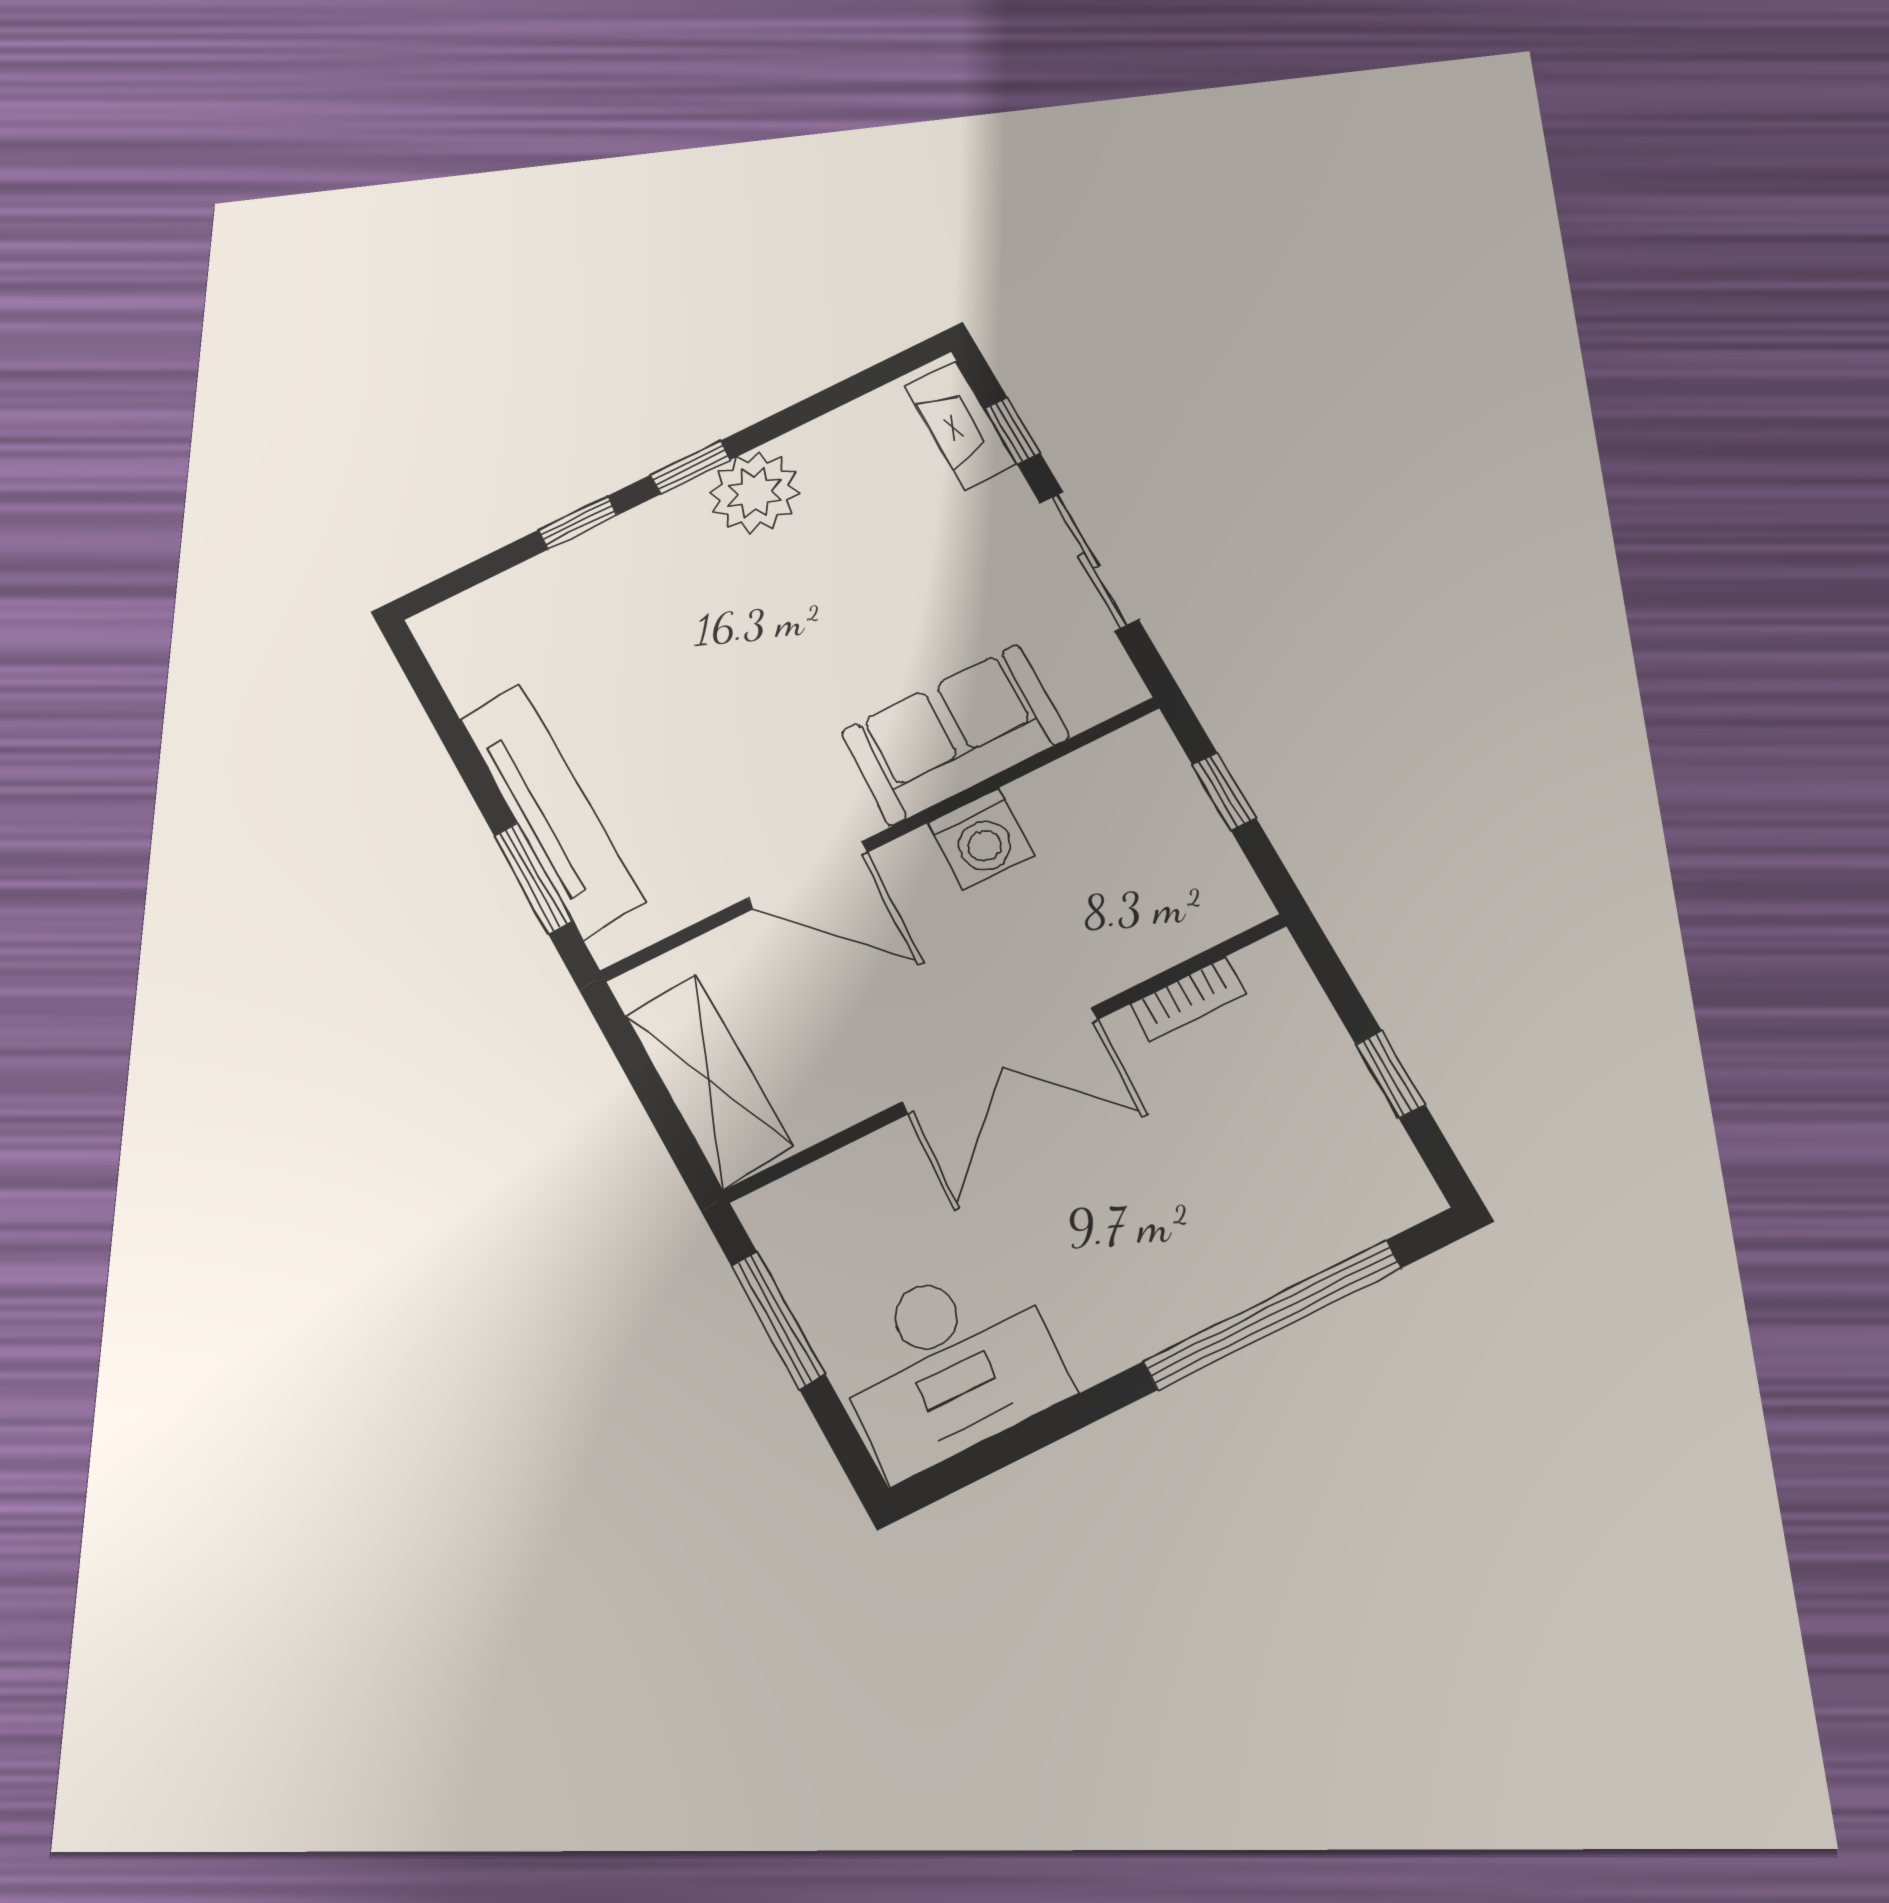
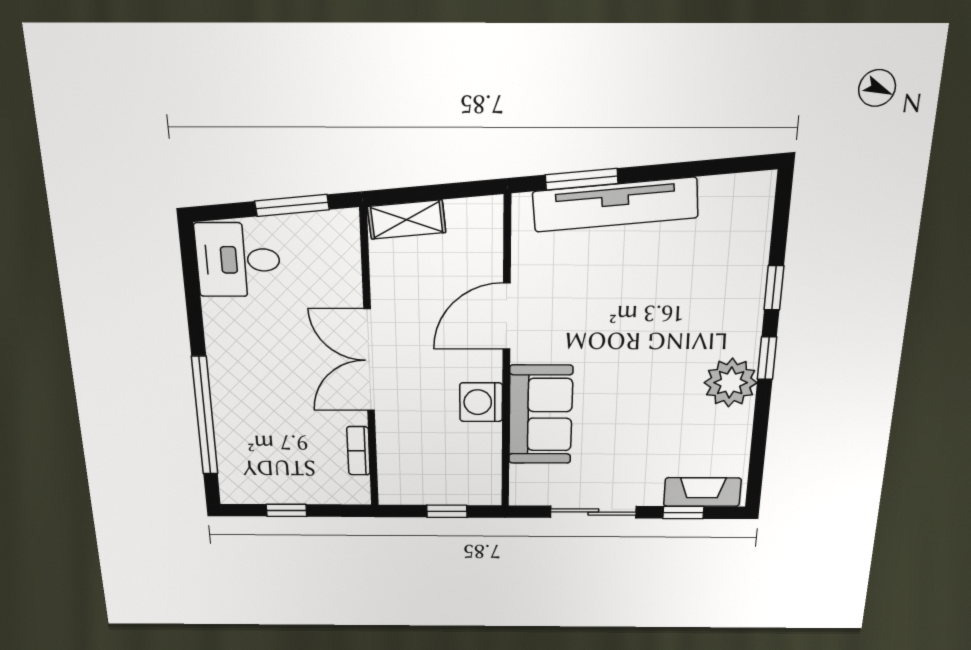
shelving: (708, 1080) -> (407, 220), width x0.67, depth x0.75
desk: (948, 1364) -> (238, 260), width x0.73

